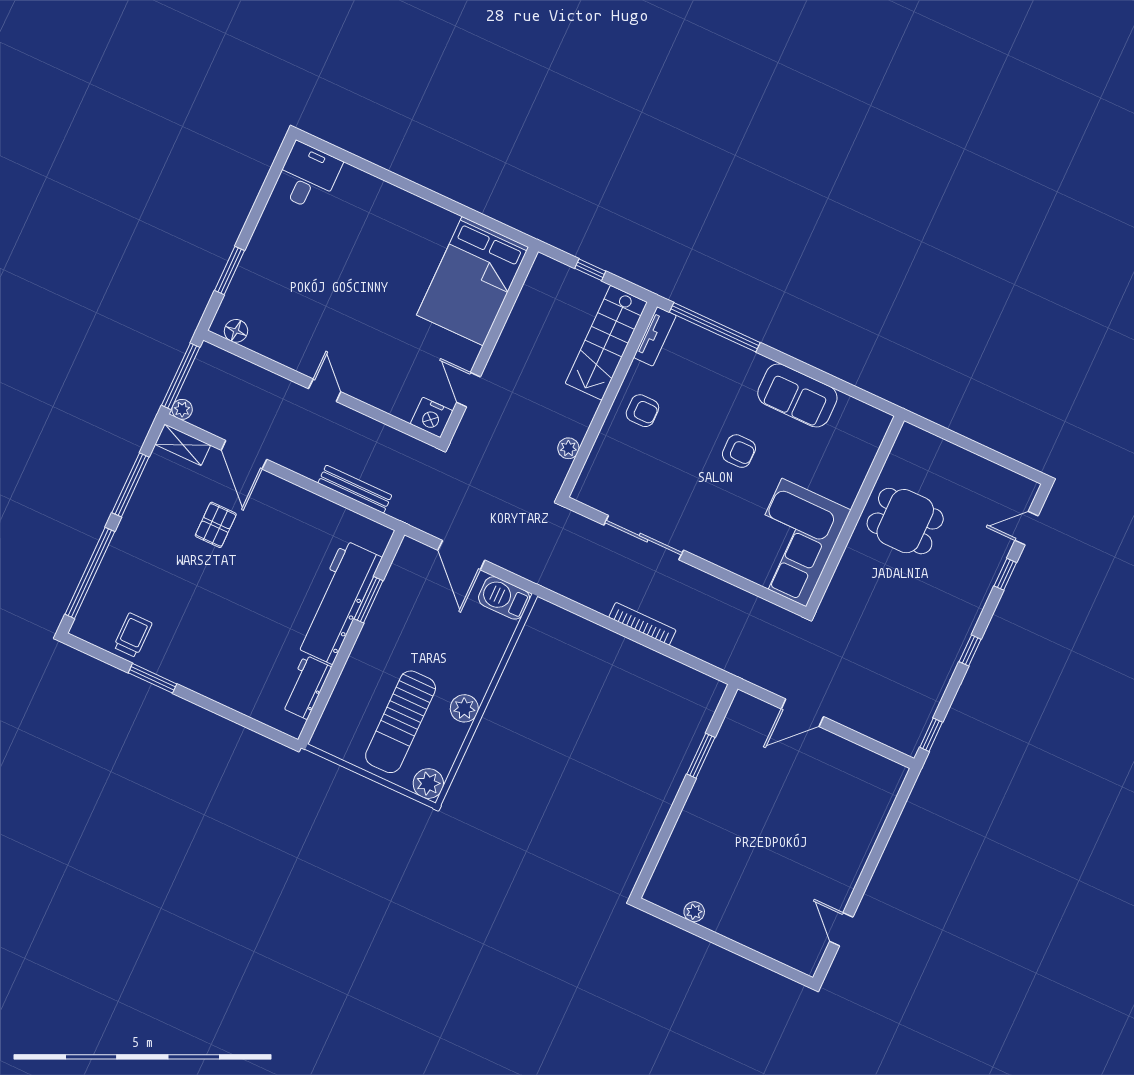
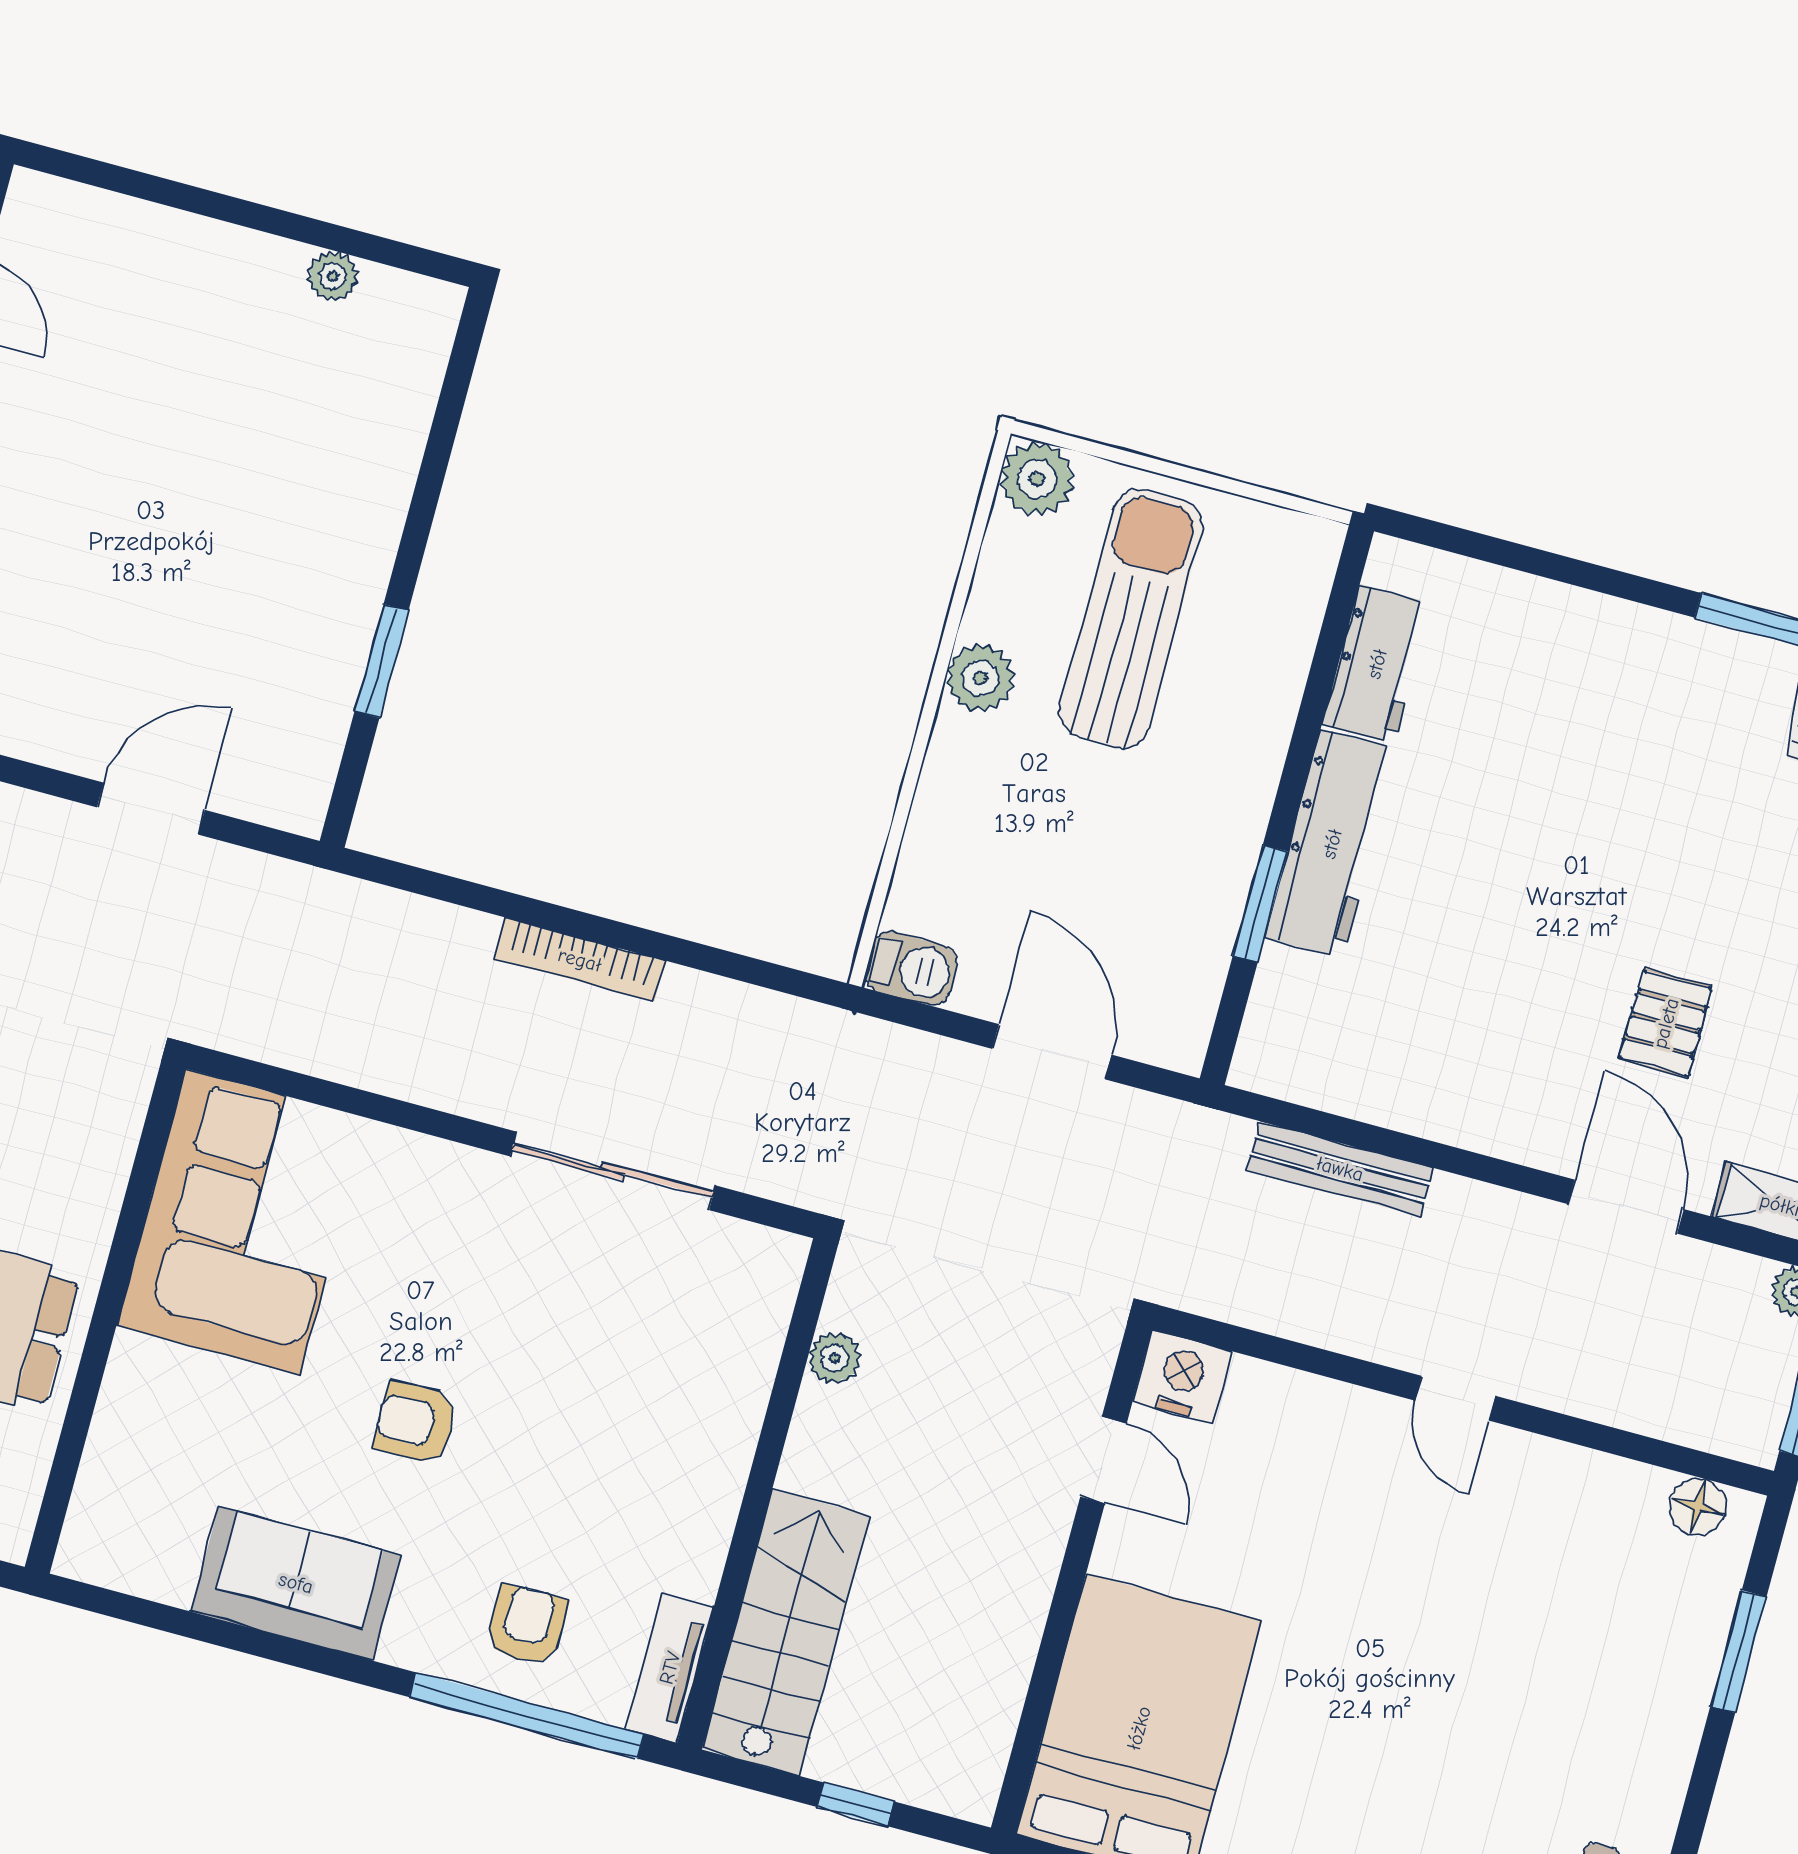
armchair: (642, 411) -> (527, 1625), moved, turned 90
barbecue: (504, 598) -> (911, 969), width x0.73, depth x0.79
workbench: (338, 602) -> (1332, 844), width x0.73, depth x0.76

